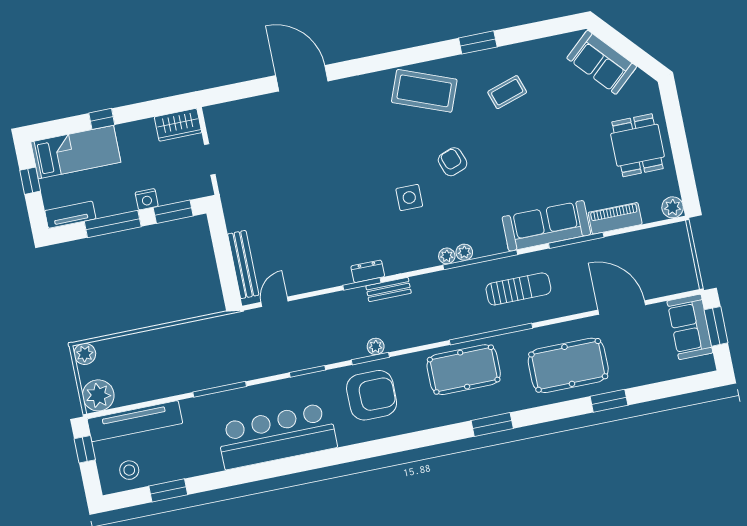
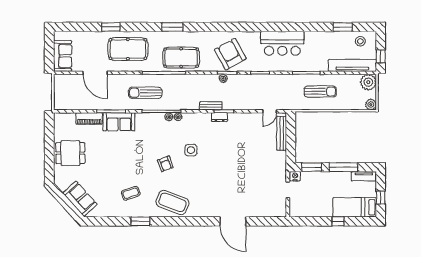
wardrobe: (178, 125) -> (300, 211), removed
dining table: (637, 145) -> (70, 153), turned 90
nightstand: (147, 199) -> (295, 176), moved
plant: (673, 207) -> (59, 118), removed
sofa: (546, 226) -> (119, 122), width x0.73
window: (716, 326) -> (49, 54), removed
sun lounger: (186, 359) -> (320, 92), added
armchair: (372, 395) -> (230, 54), turned 61
bar counter: (277, 436) -> (282, 43), width x0.73

